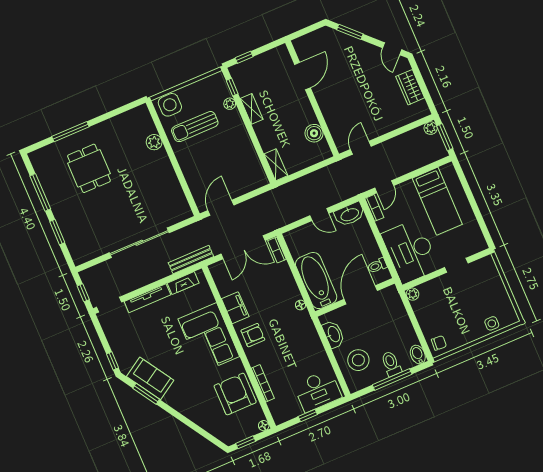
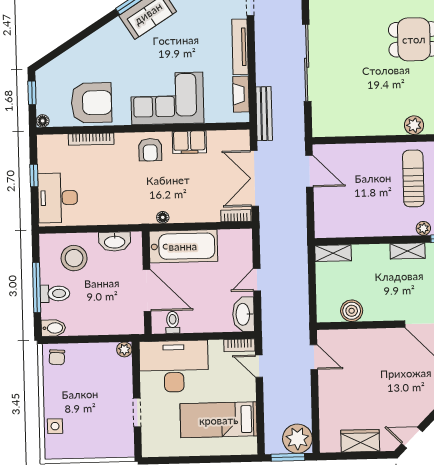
plant: (431, 128) -> (297, 439), width x1.87, depth x1.87

